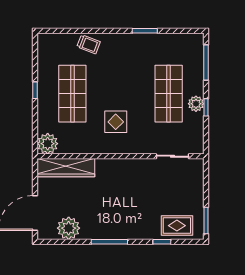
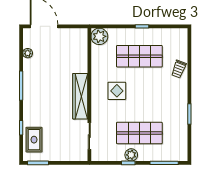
wardrobe: (66, 168) -> (80, 96), moved
plant: (69, 228) -> (28, 53), width x0.53, depth x0.53

